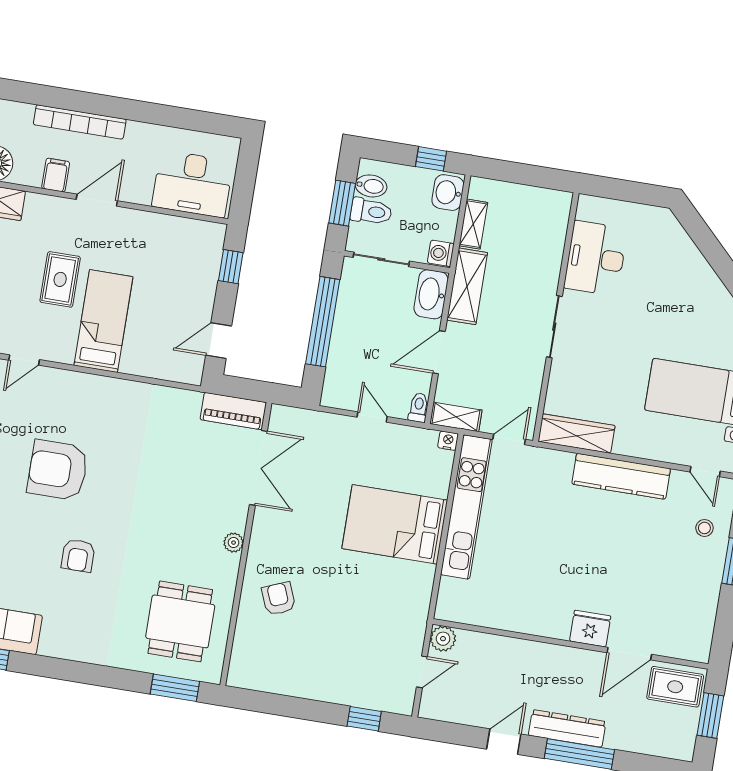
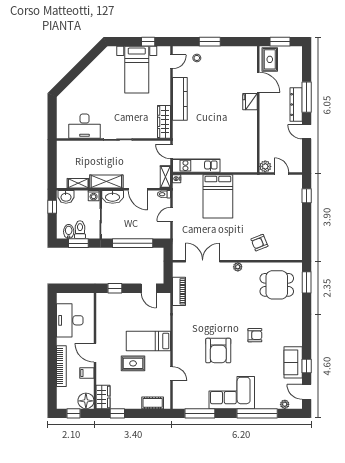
desk: (193, 184) -> (70, 320), moved, turned 180
piano: (233, 411) -> (179, 291), moved
kitchen unit: (466, 507) -> (196, 166), width x0.73

